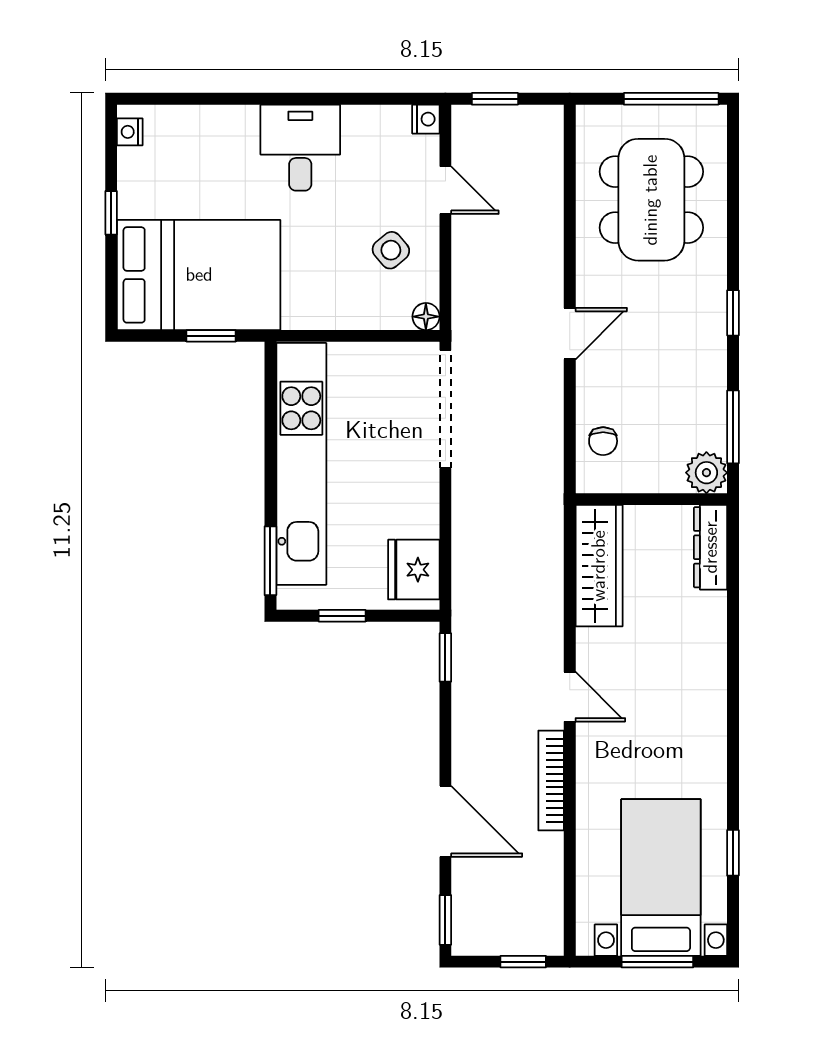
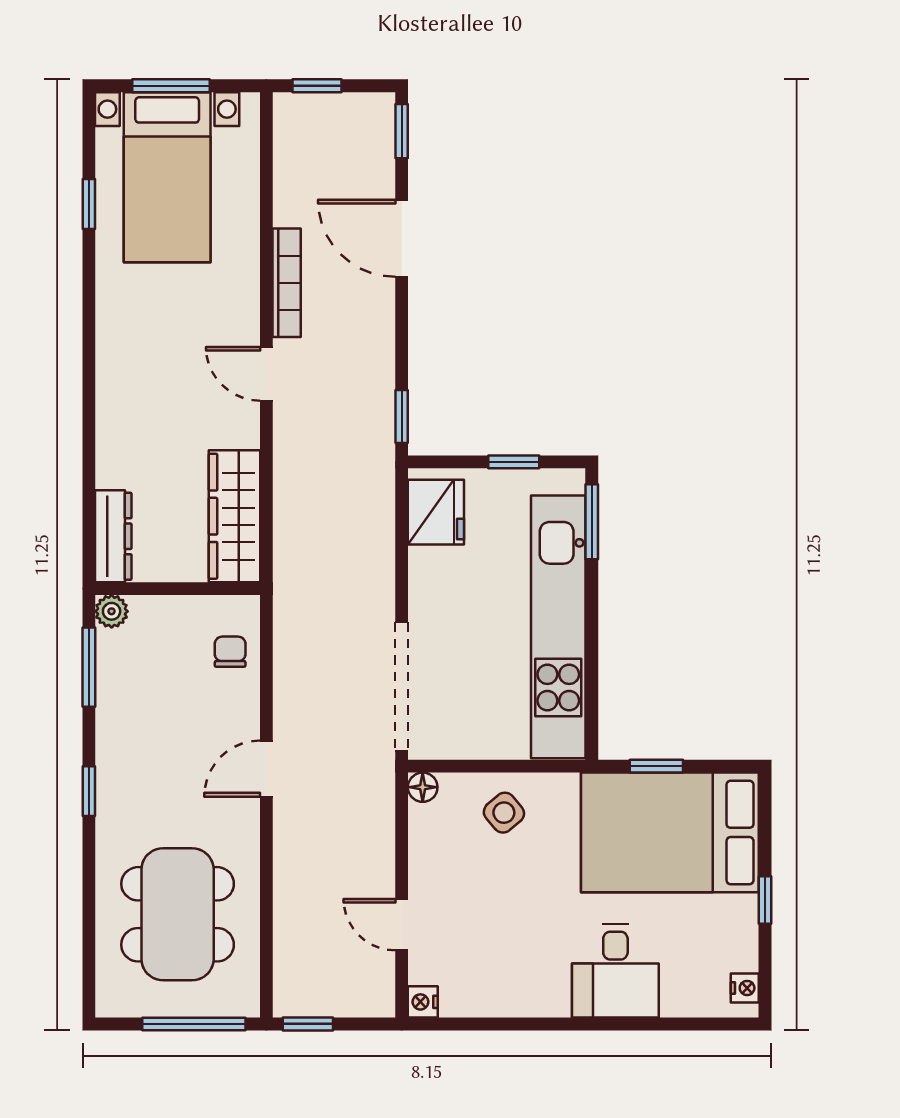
window: (495, 99) -> (308, 1024), moved
window: (671, 99) -> (194, 1024), moved
desk: (300, 148) -> (615, 971), moved
side table: (391, 250) -> (504, 813), moved
plant: (706, 473) -> (112, 611), width x0.73, depth x0.73

